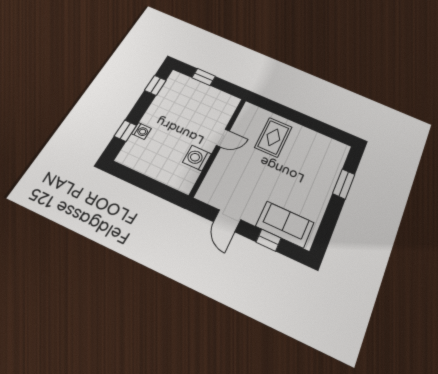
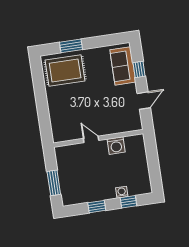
window: (204, 77) -> (54, 183), width x1.50
window: (155, 85) -> (97, 207), moved
rug: (273, 137) -> (65, 70), moved, width x1.36, depth x1.43

